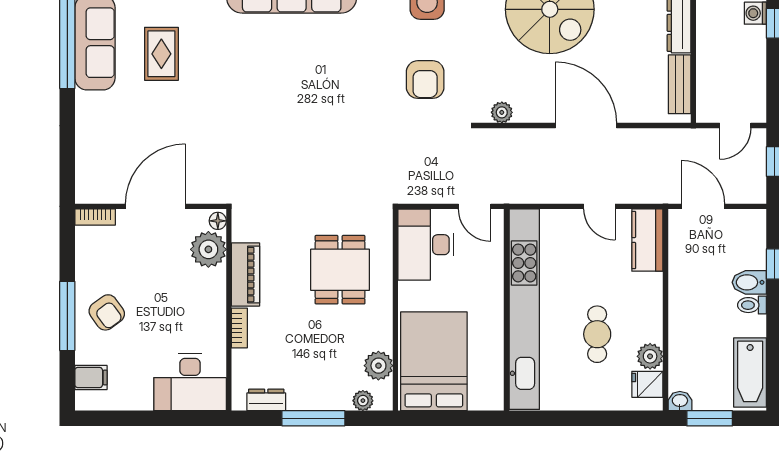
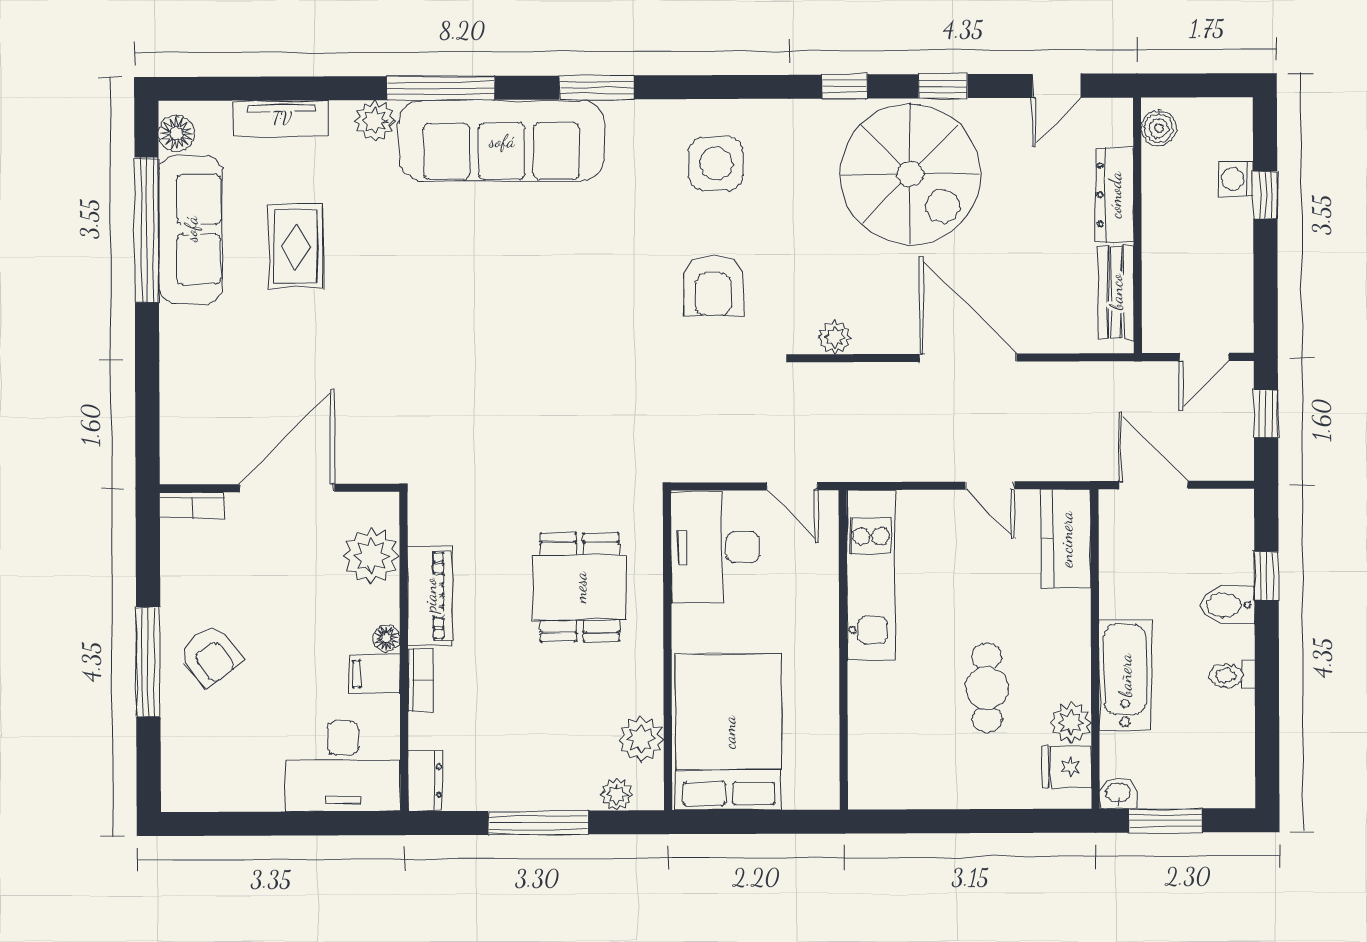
floor lamp: (218, 221) -> (386, 638), moved
toilet: (752, 305) -> (1232, 676), moved
kitchen unit: (524, 309) -> (871, 575), width x0.54
bathtub: (750, 372) -> (1125, 675), moved, turned 180
filing cabinet: (91, 378) -> (375, 674), moved, turned 180
dresser: (266, 400) -> (426, 781), moved, turned 90

